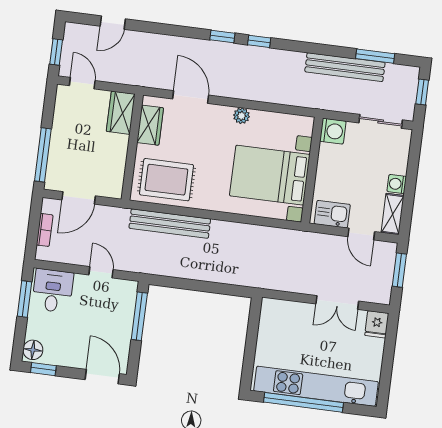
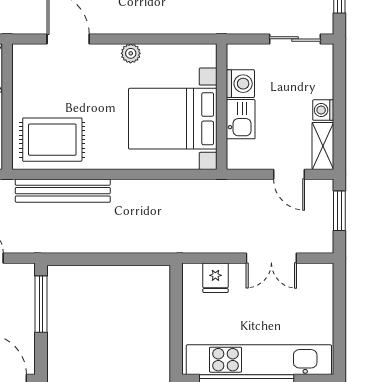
wardrobe: (150, 125) -> (25, 78), removed
washing machine: (333, 131) -> (240, 84), moved
kitchen sink: (332, 214) -> (241, 119), moved, turned 90
fridge: (377, 324) -> (215, 278), moved

